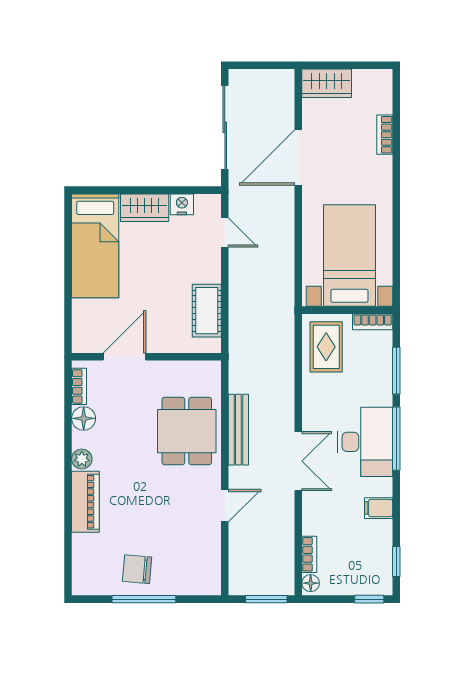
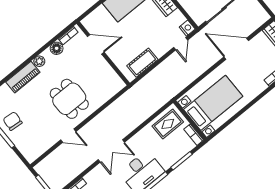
nightstand: (182, 204) -> (187, 28), moved
bench: (238, 430) -> (104, 116), removed
dining table: (187, 431) -> (69, 99), moved, turned 90

